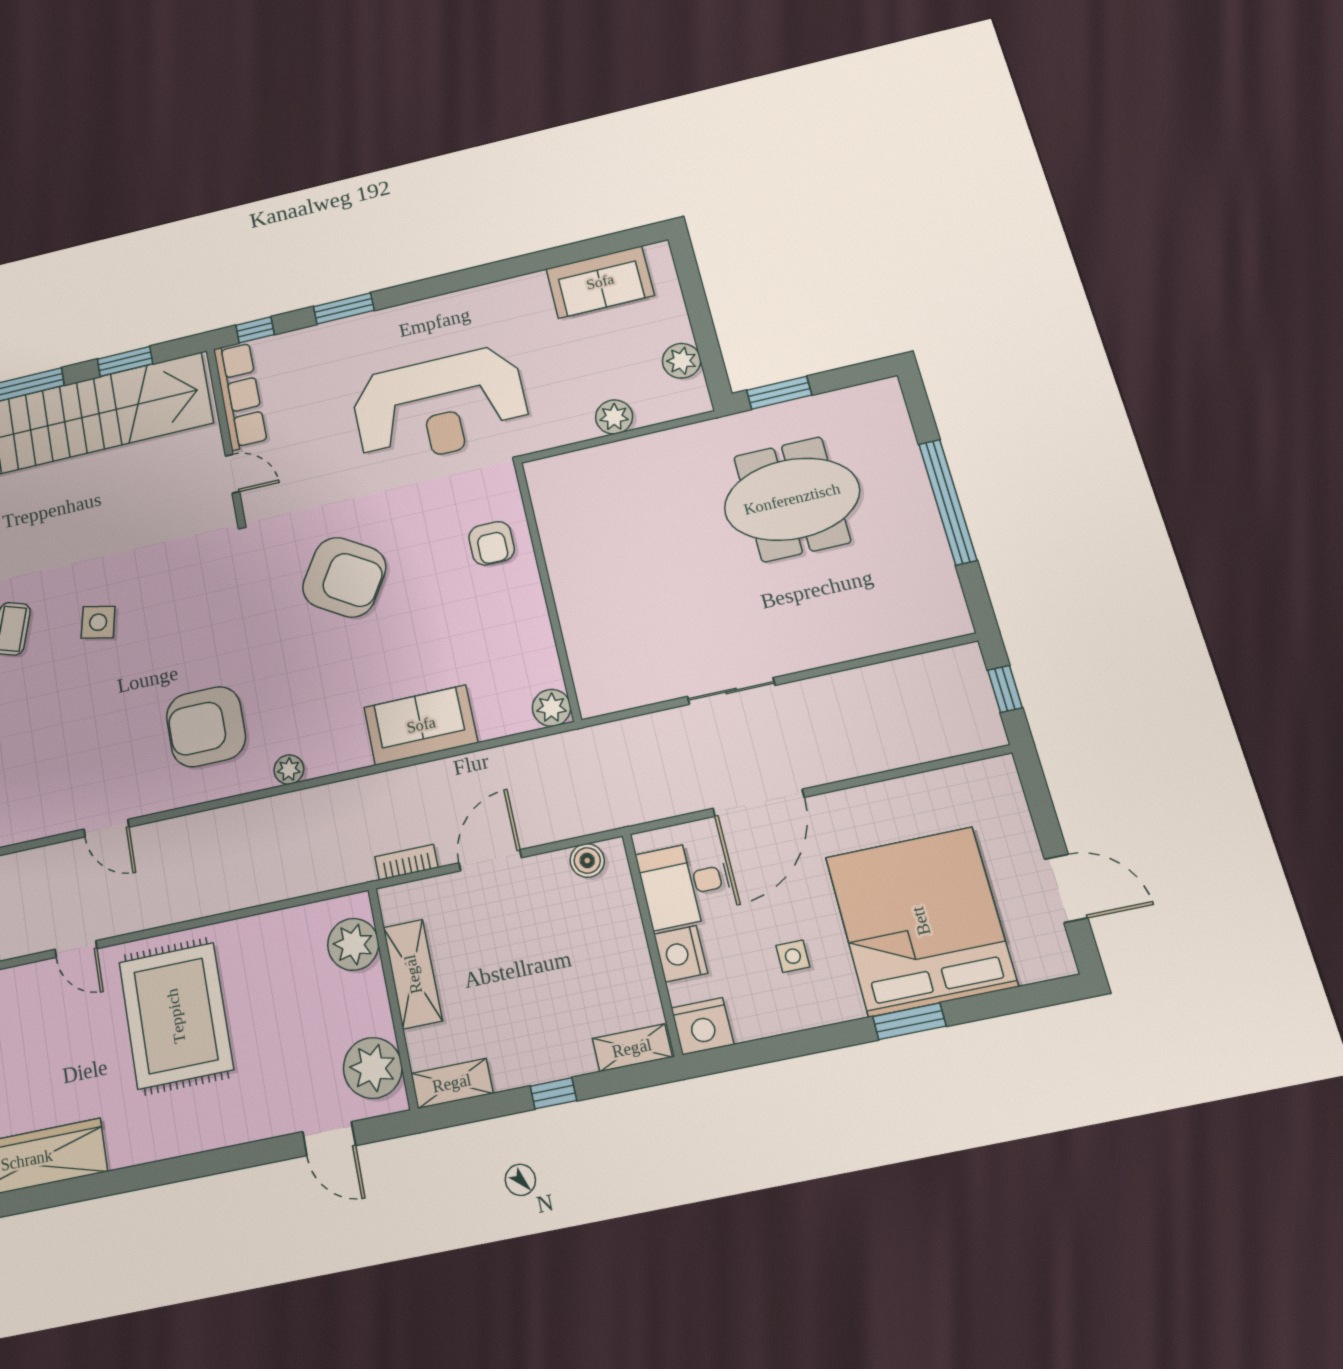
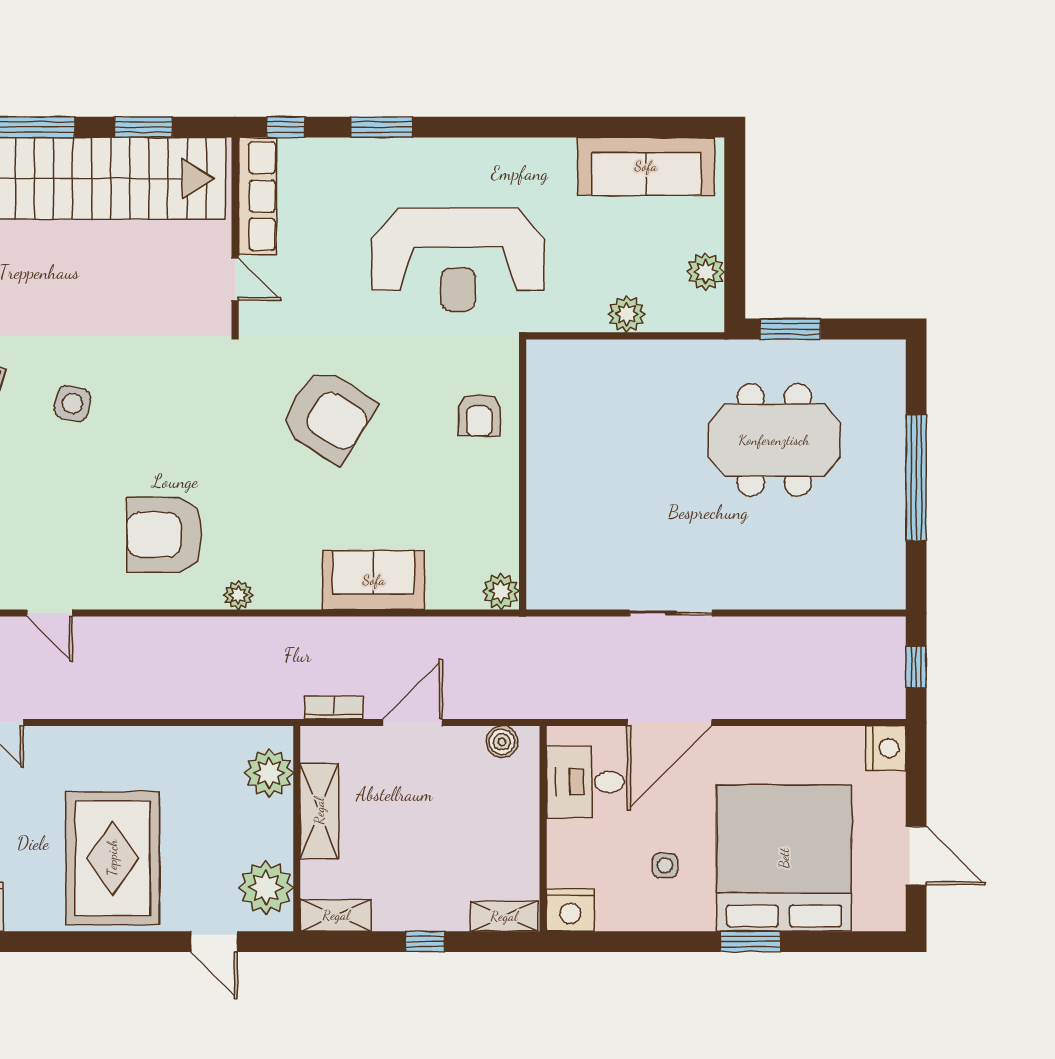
sofa: (600, 282) -> (646, 166), width x1.36
nightstand: (681, 954) -> (886, 748), moved, turned 180
rug: (176, 1016) -> (112, 858), moved

